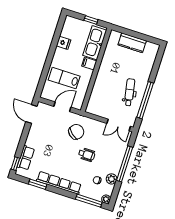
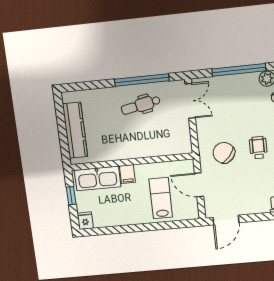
fridge: (63, 43) -> (85, 221), moved
kitchen counter: (132, 43) -> (75, 130), width x1.50
lab bench: (64, 78) -> (161, 198), turned 180
wheelchair: (87, 155) -> (258, 148), moved

